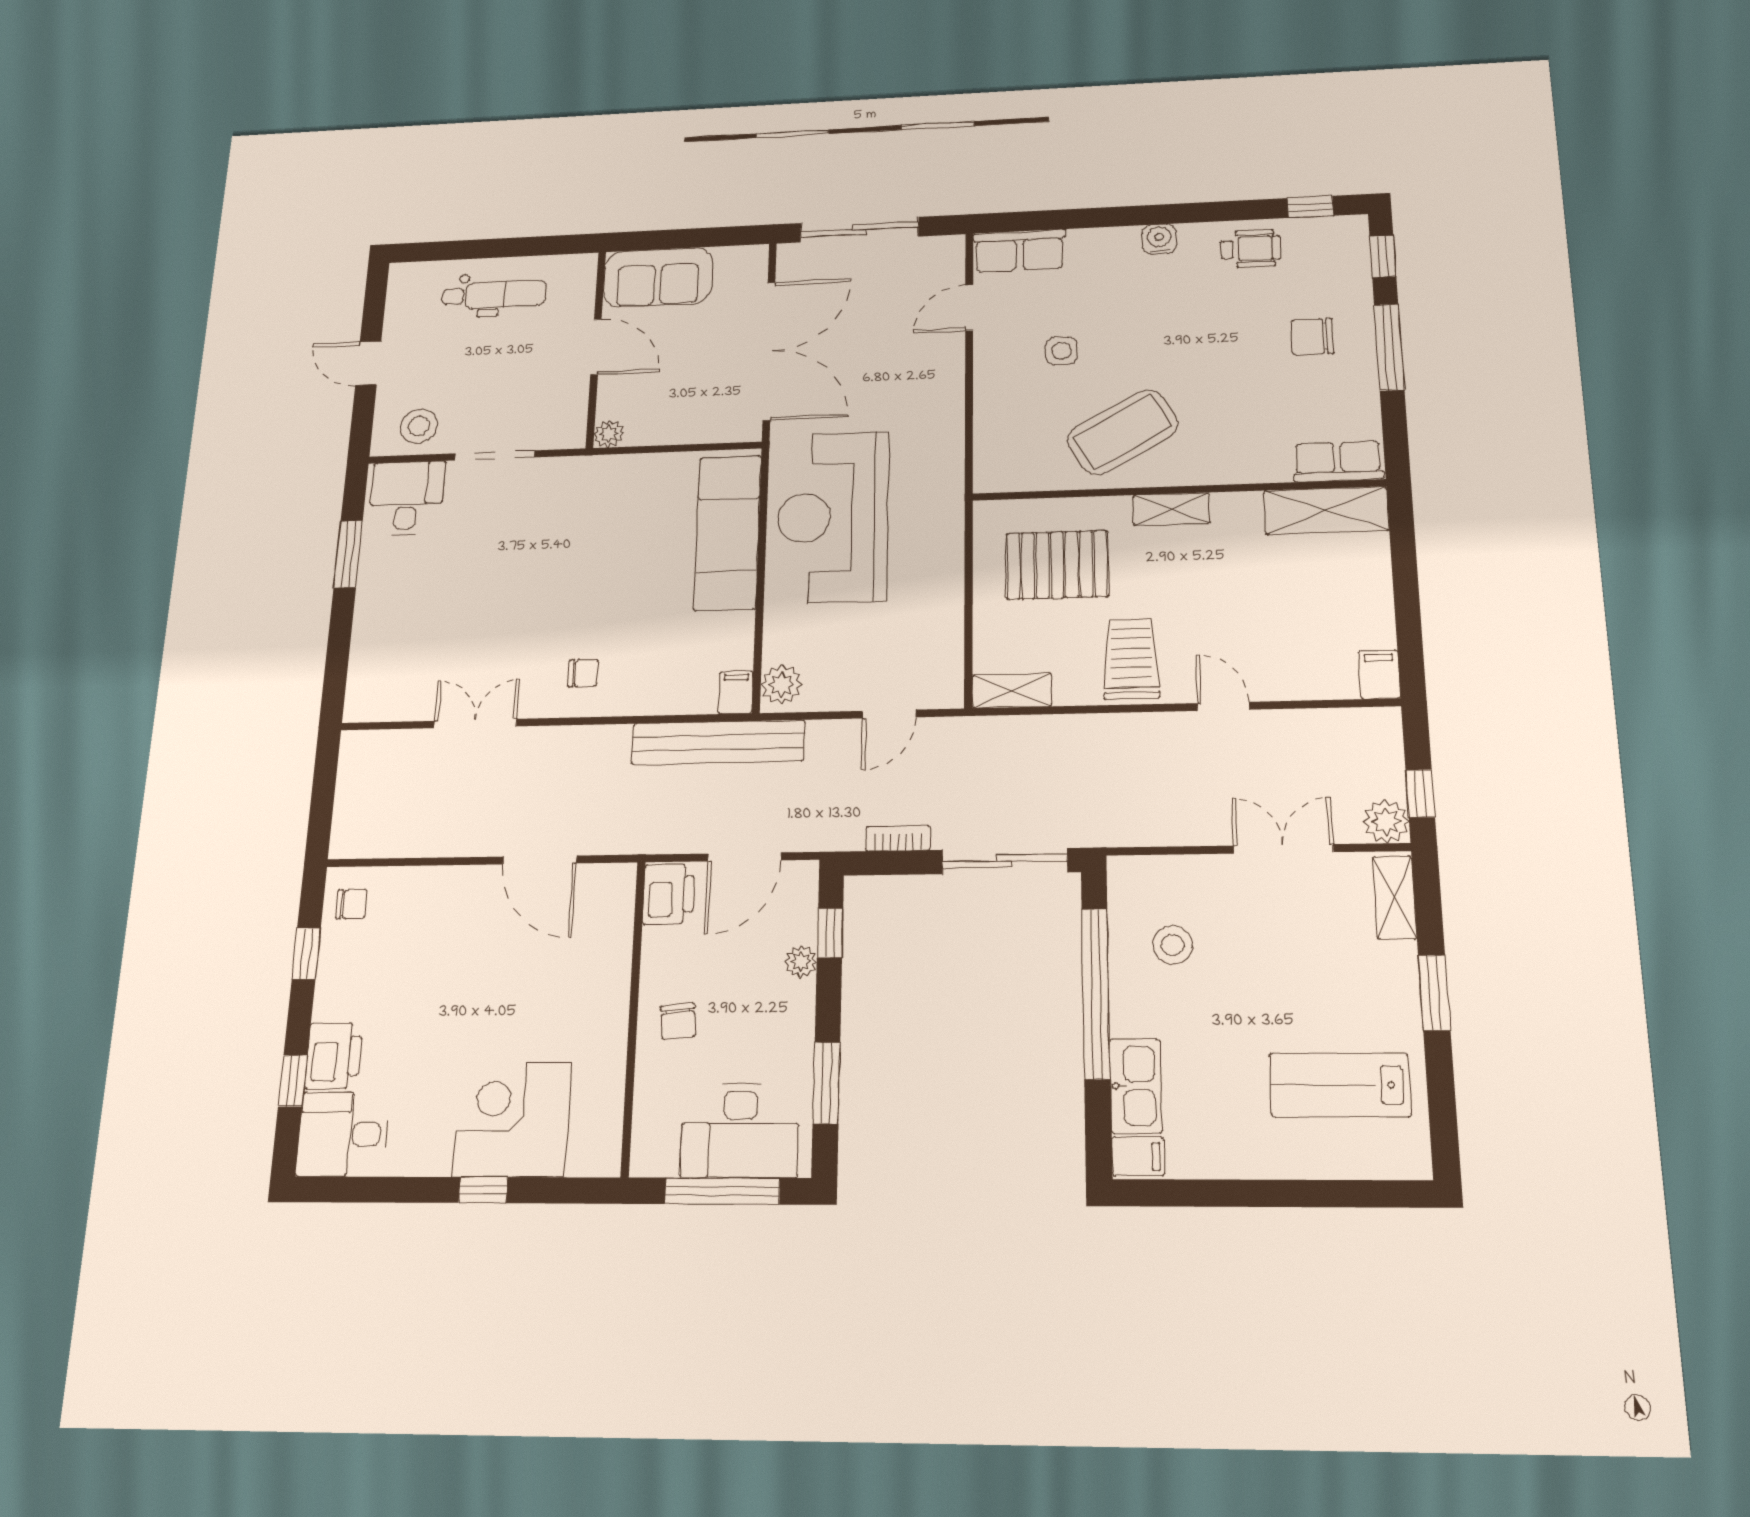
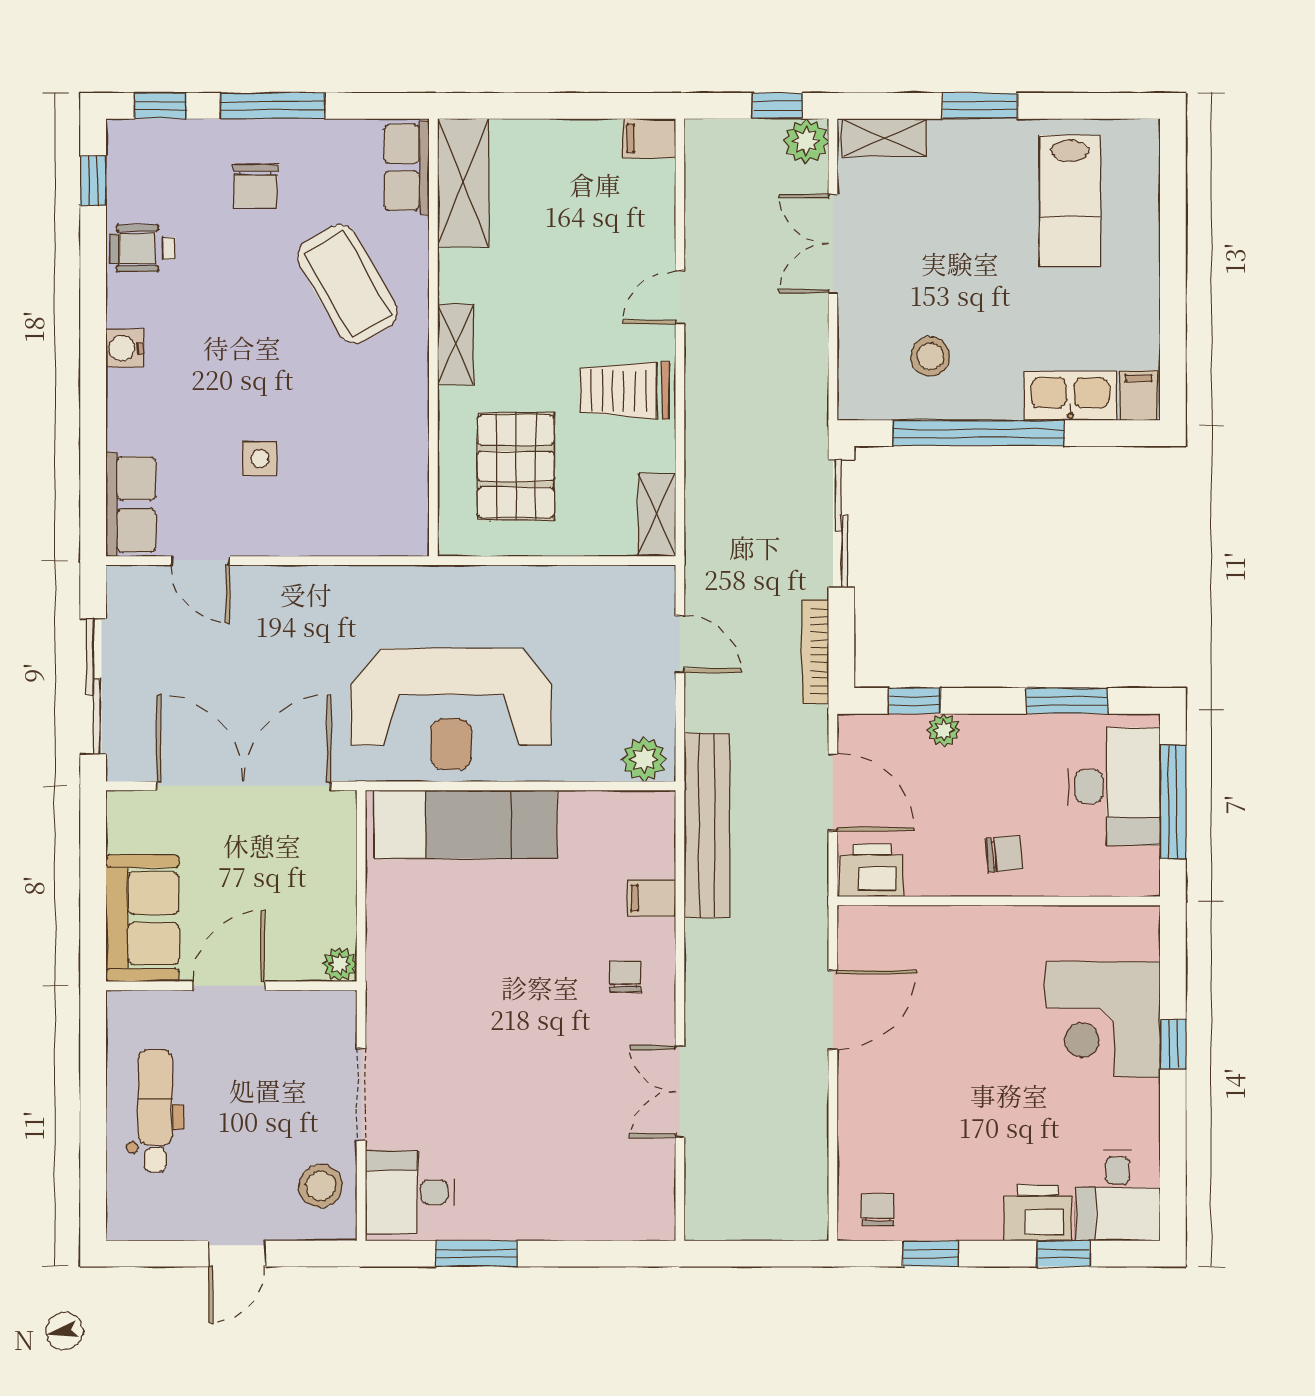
wheelchair: (1250, 249) -> (143, 248), turned -90
coffee table: (1123, 432) -> (348, 284), moved
filing cabinet: (736, 692) -> (651, 898), moved
bookcase: (898, 838) -> (815, 651), width x1.56

